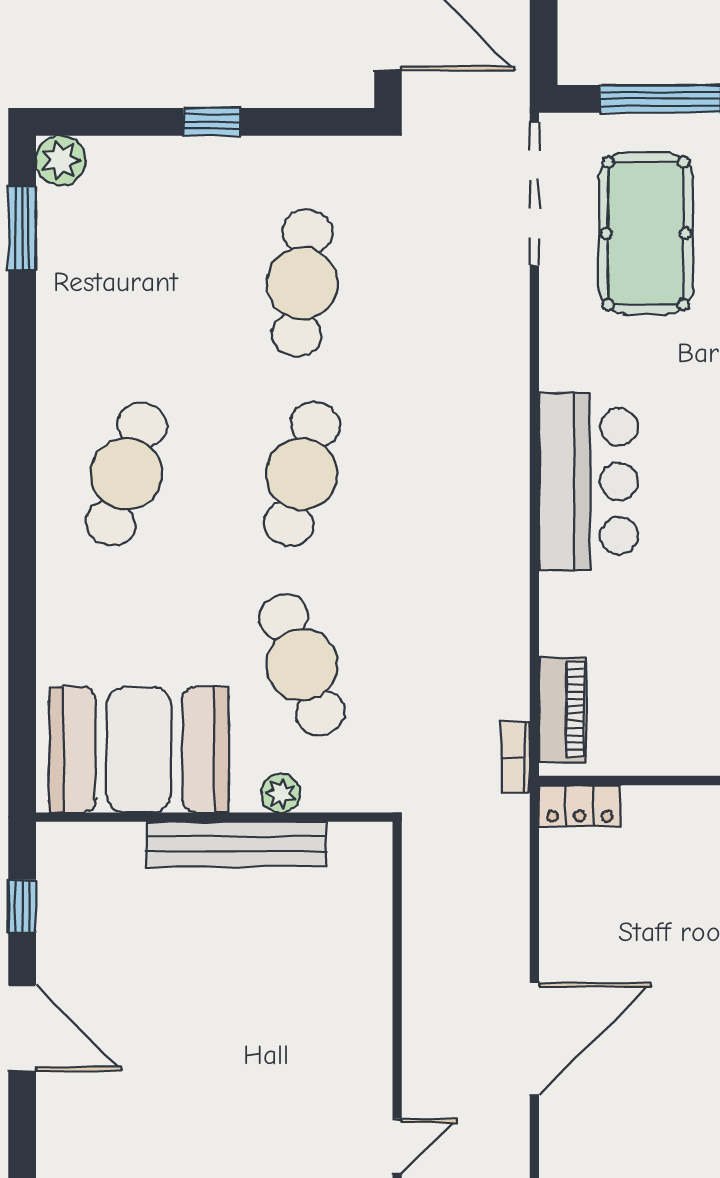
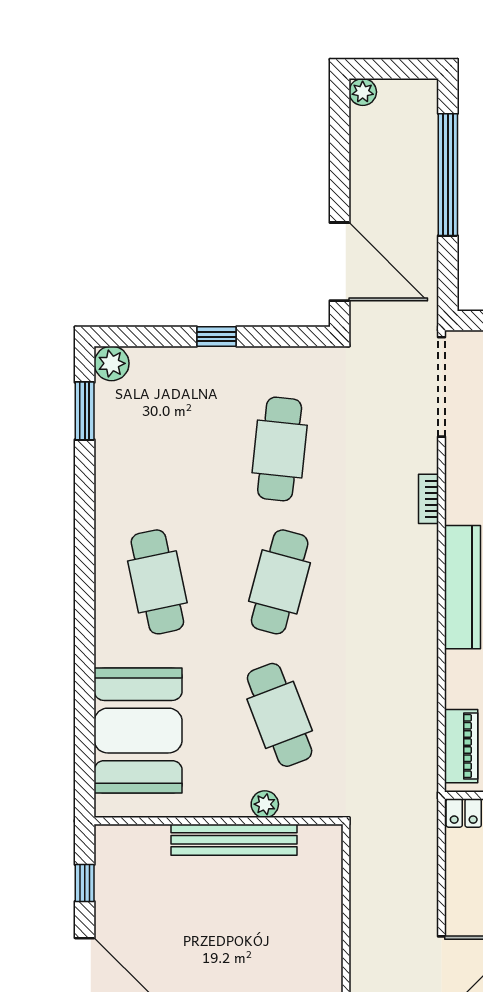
cafe table: (126, 474) -> (157, 582), turned -30
booth: (139, 750) -> (138, 731), moved, turned 90
bookcase: (516, 757) -> (428, 499), moved

